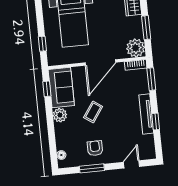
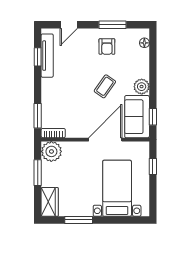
door: (100, 62) -> (105, 140), moved
tv unit: (146, 114) -> (47, 56), moved
window: (156, 122) -> (38, 57), moved

